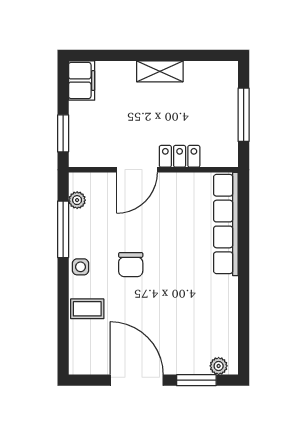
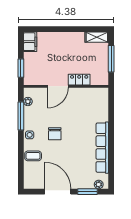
shelving: (160, 71) -> (97, 37), moved
row of seats: (226, 224) -> (102, 148), moved

